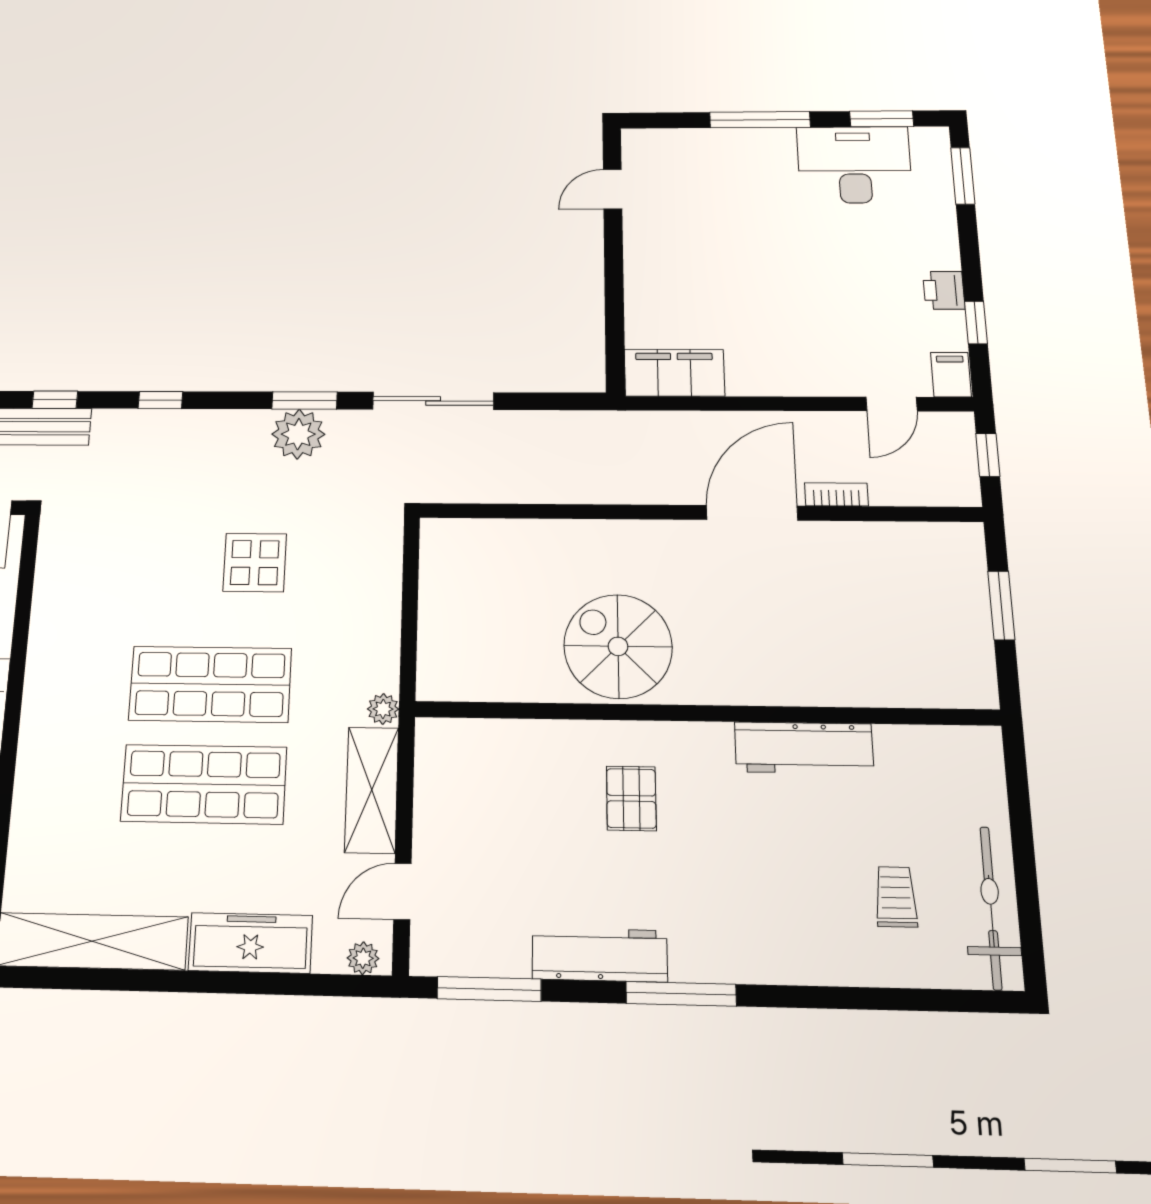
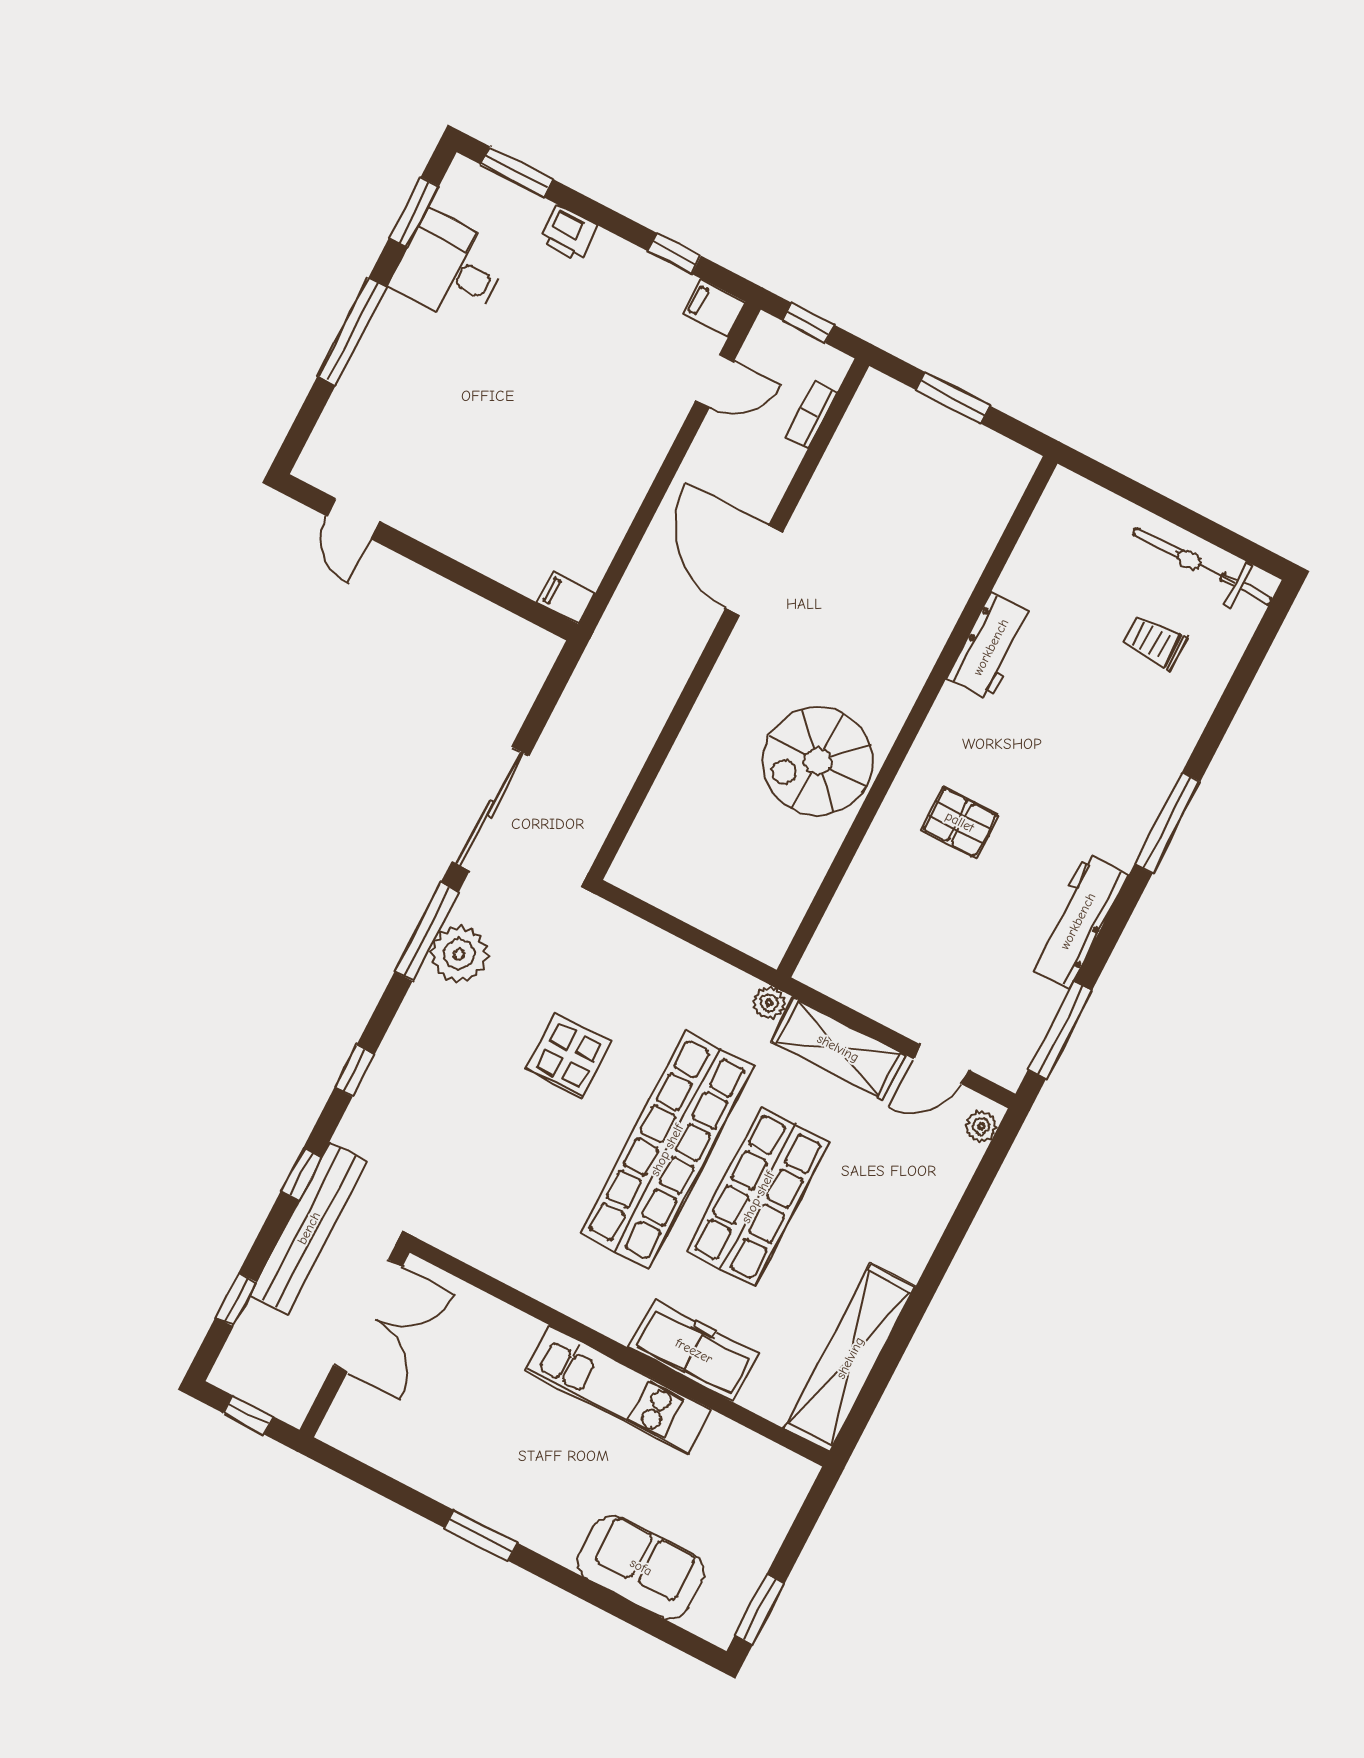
desk: (854, 165) -> (450, 269), width x0.73
printer: (944, 290) -> (569, 233), moved
filing cabinet: (674, 373) -> (567, 598), width x0.33, depth x0.86
window: (305, 400) -> (427, 932), width x1.44
door: (892, 404) -> (715, 381), hinge flipped
bookcase: (836, 494) -> (811, 414), moved
shop shelf: (210, 684) -> (667, 1150), width x1.40
workbench: (804, 748) -> (991, 647), width x0.73
door: (402, 891) -> (941, 1064), hinge flipped
freezer: (250, 943) -> (694, 1351), moved, turned 90
window: (681, 994) -> (1167, 823), moved

